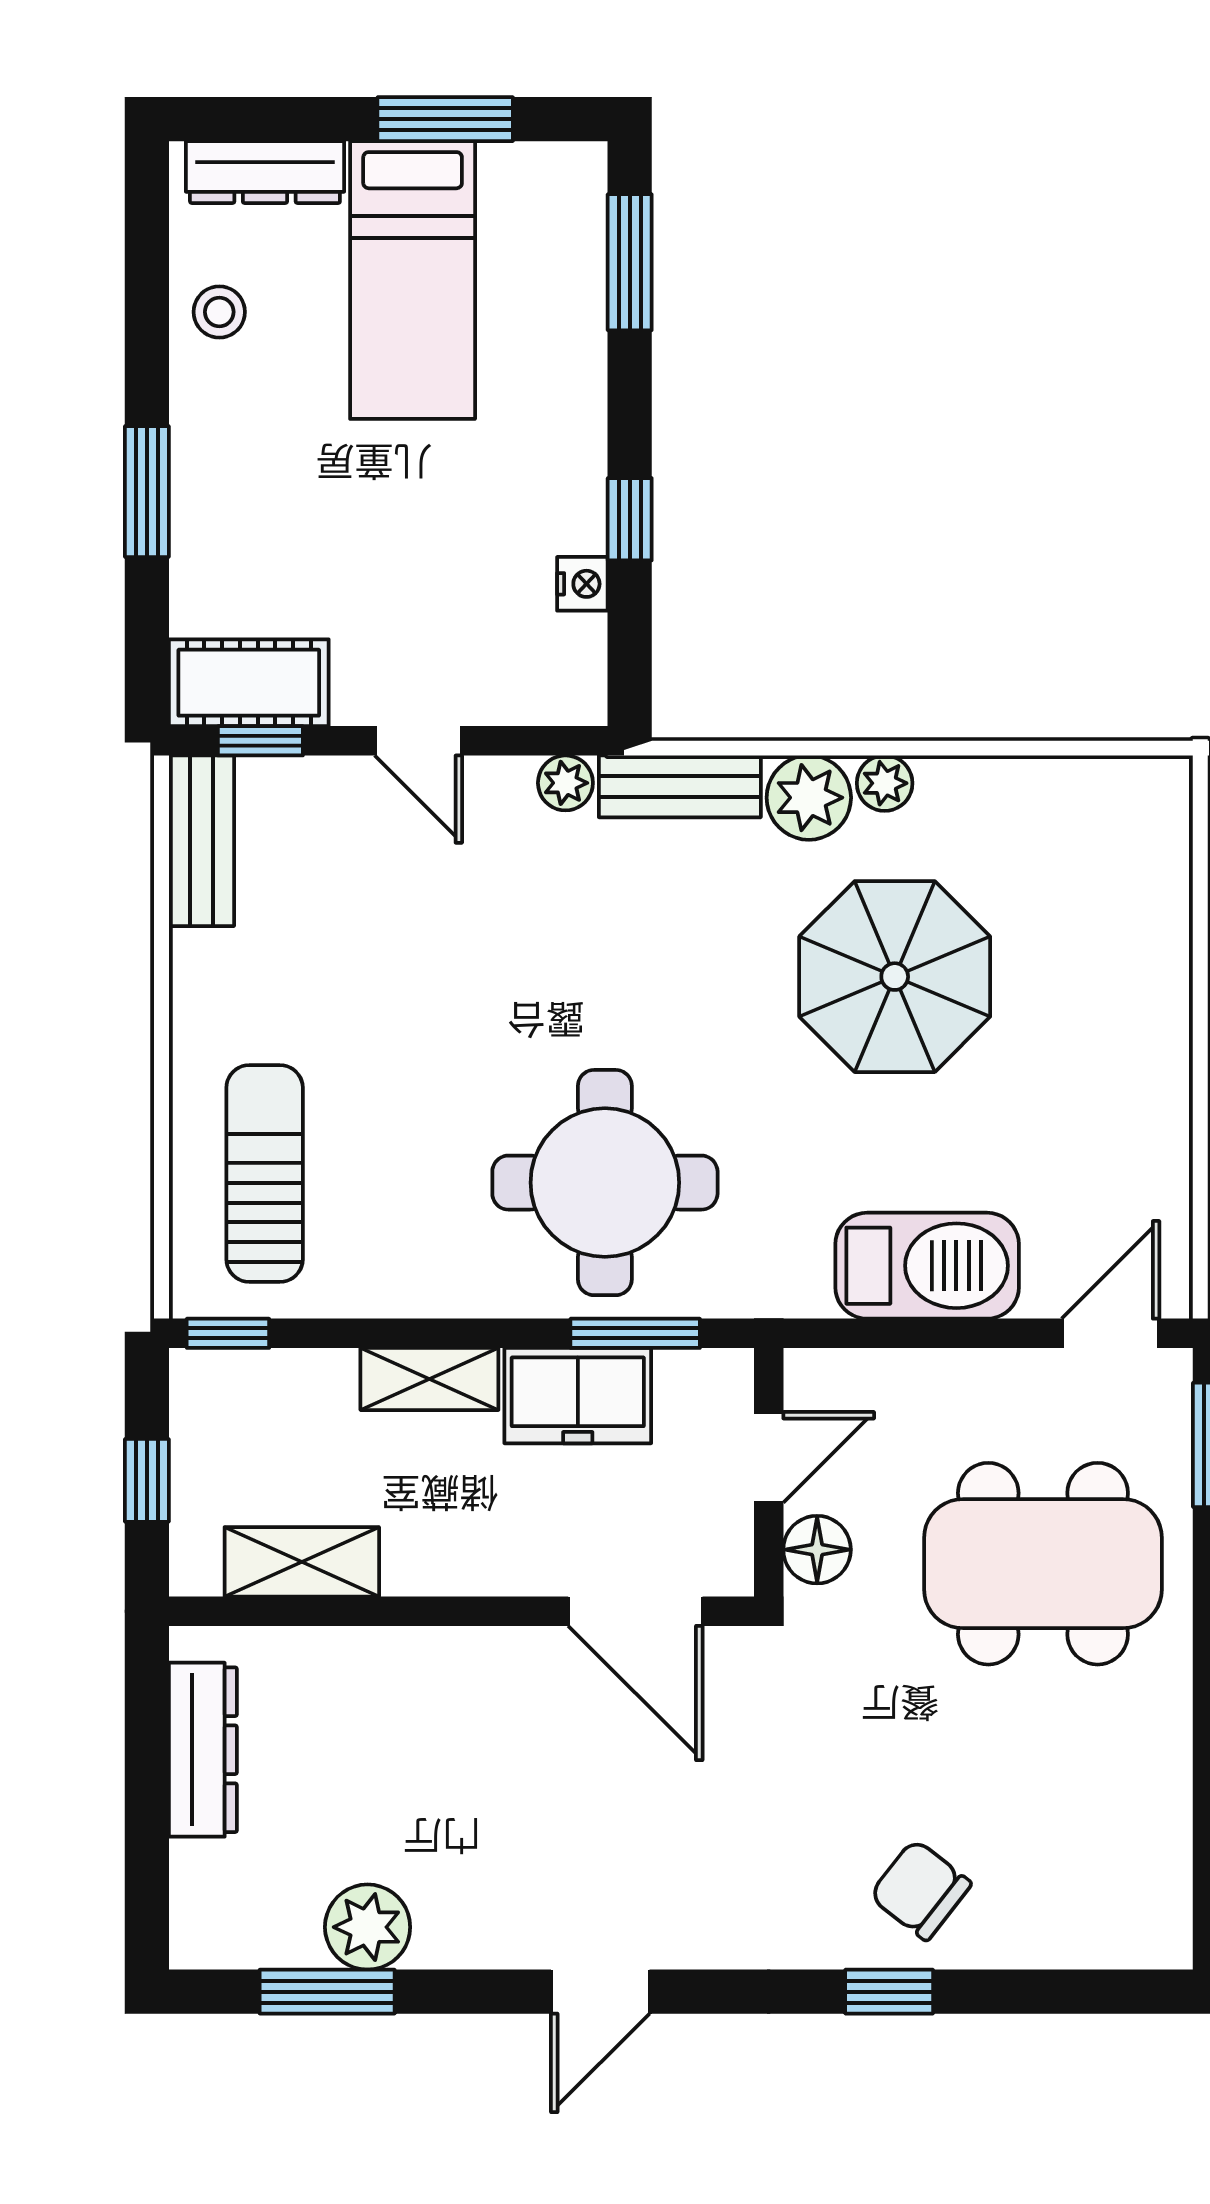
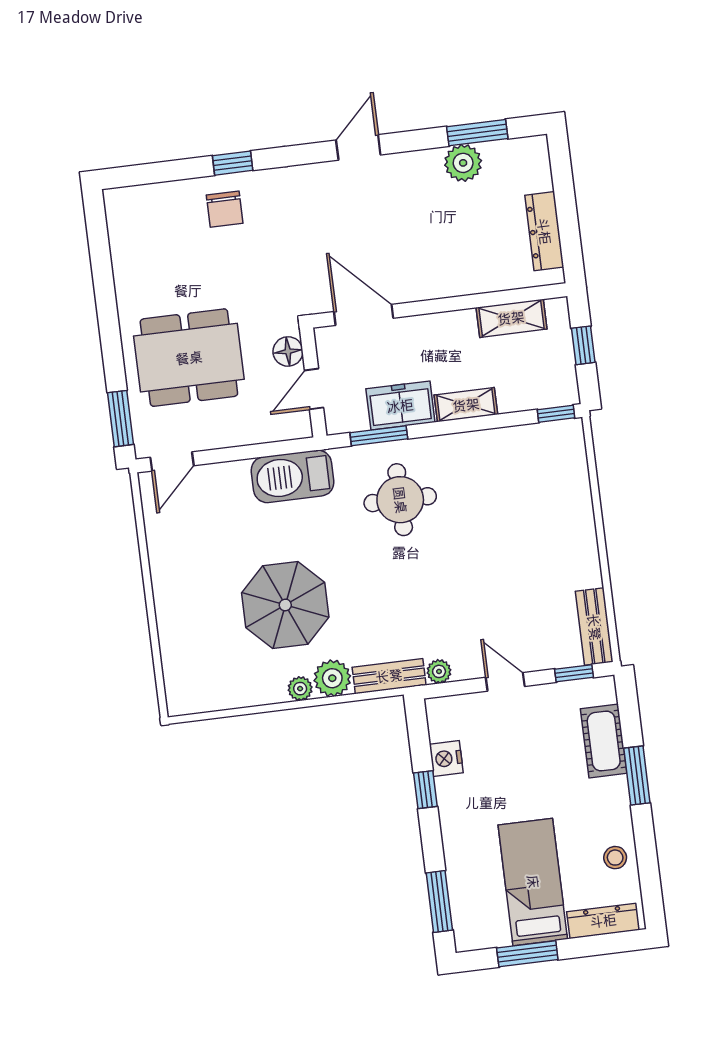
nightstand: (582, 584) -> (446, 758), width x1.39, depth x1.35
cot: (249, 683) -> (604, 741), moved, turned 90
sun lounger: (265, 1174) -> (549, 485), removed
round table: (605, 1183) -> (400, 500), width x0.73, depth x0.73
barbecue: (927, 1266) -> (292, 476), moved
chair: (920, 1890) -> (225, 209), turned 52

